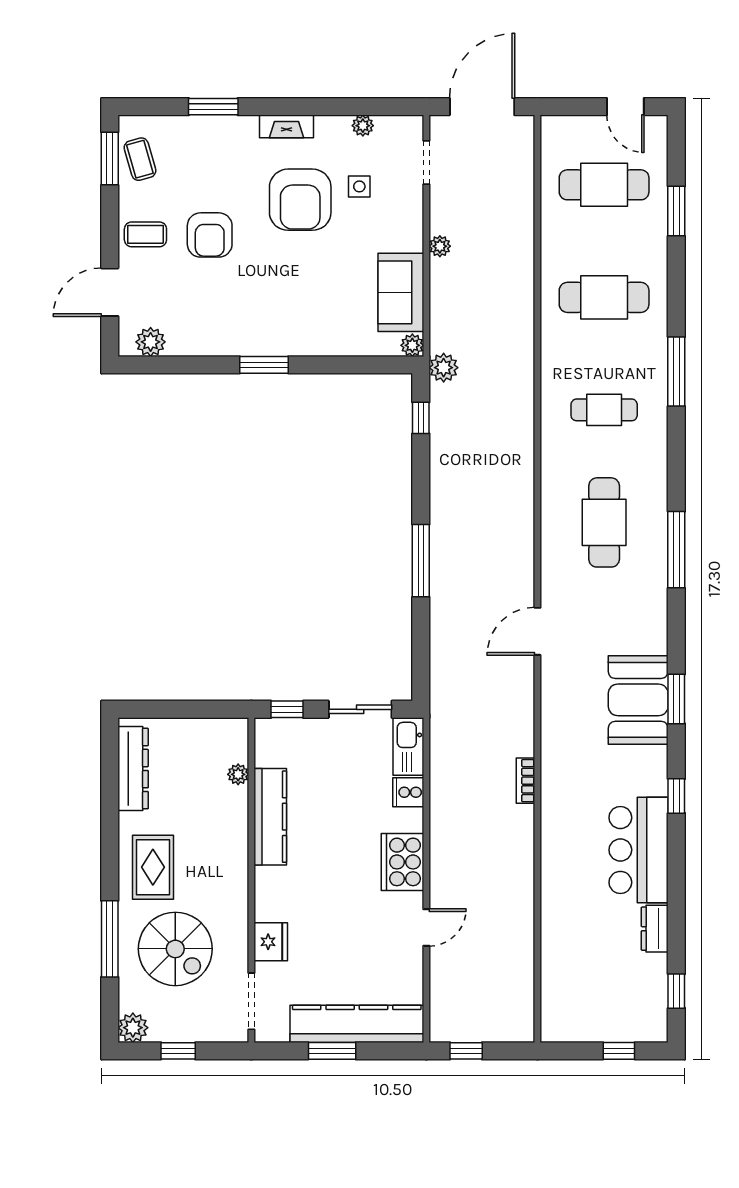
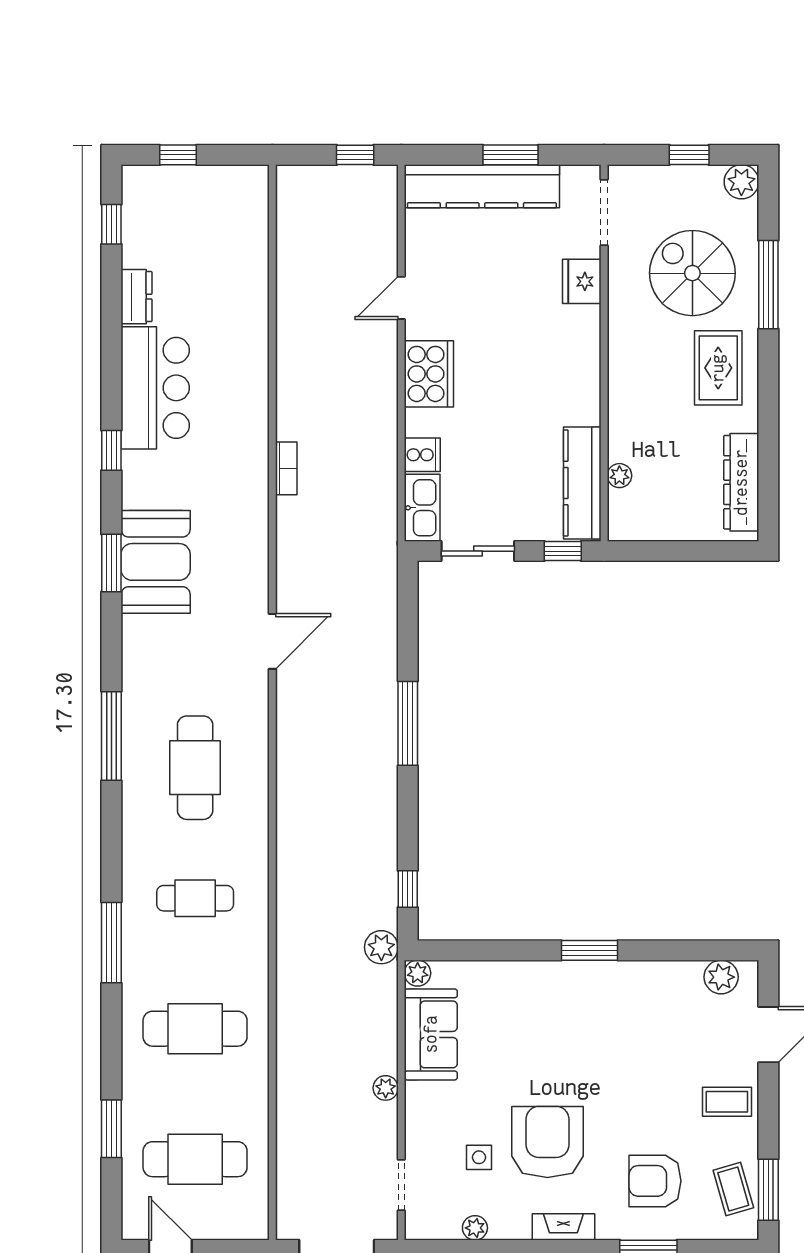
armchair: (210, 235) -> (655, 1181), moved, turned -90
kitchen counter: (270, 817) -> (582, 483), moved

